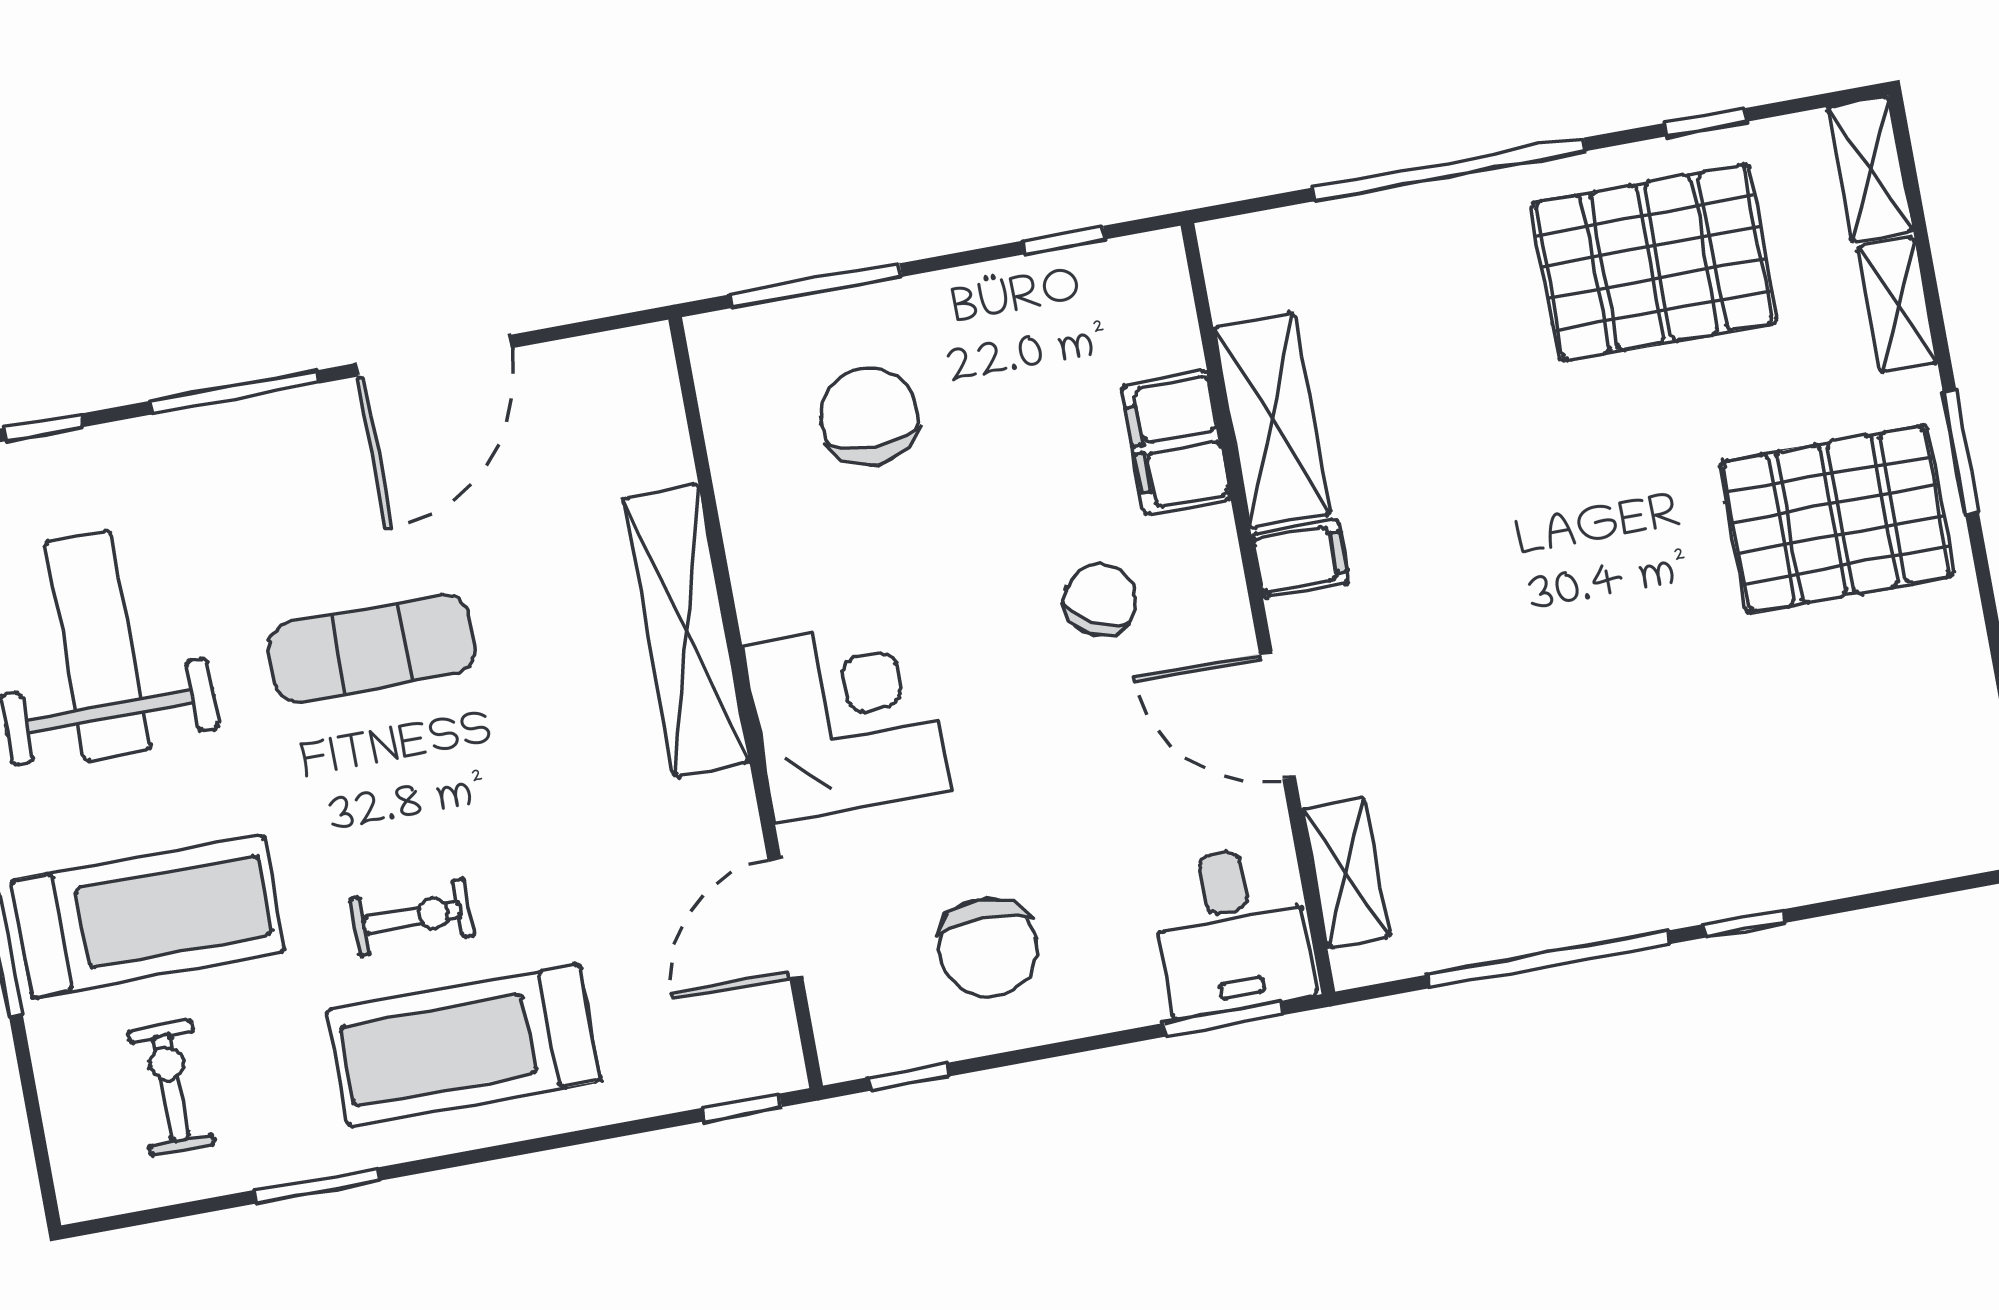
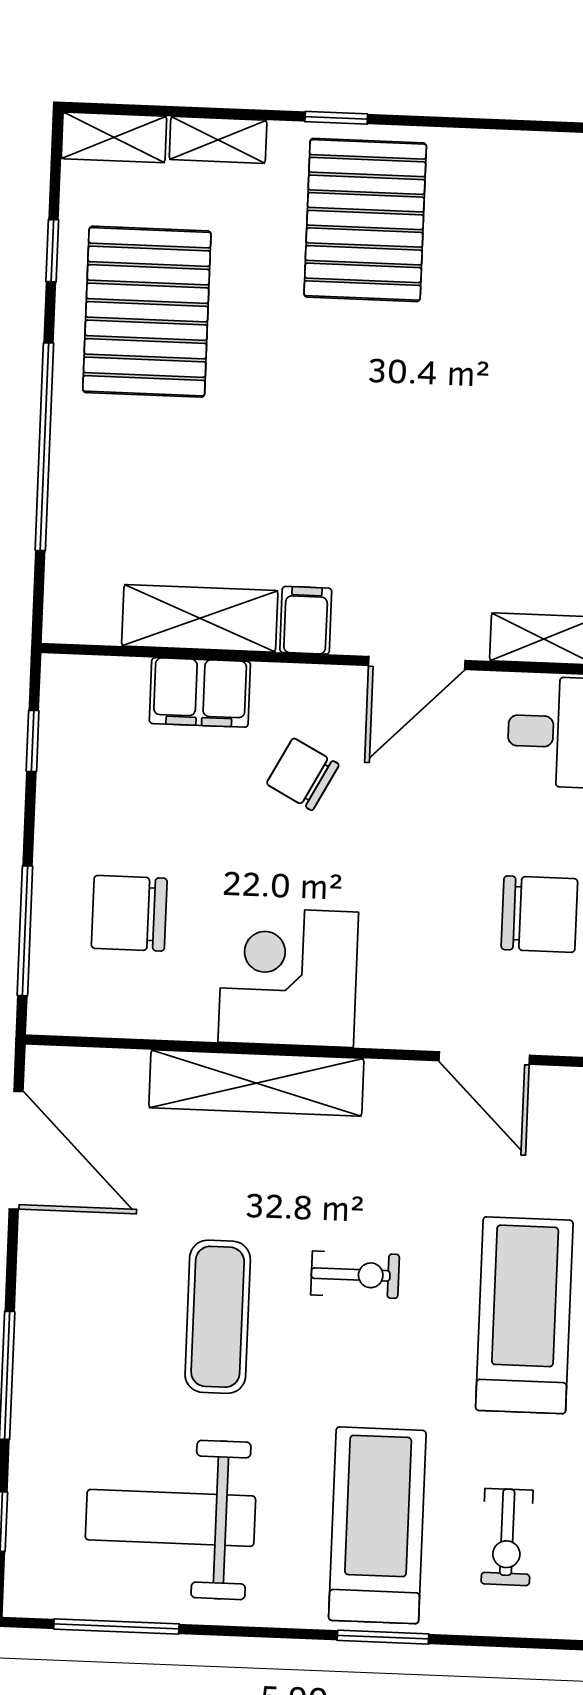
door: (433, 356) -> (16, 1150), moved
window: (1961, 452) -> (336, 118), width x0.67
corner desk: (847, 718) -> (288, 977), moved
exercise bike: (412, 917) -> (355, 1275), moved, turned 90
treadmill: (463, 1045) -> (524, 1315), turned 180
exercise bike: (171, 1088) -> (507, 1537), turned -90

